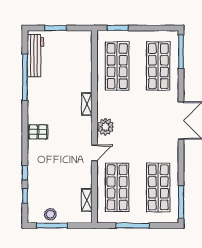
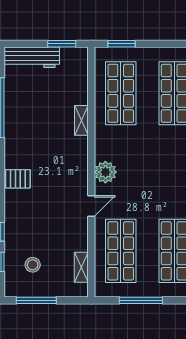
window: (56, 28) -> (62, 44), moved
workbench: (35, 56) -> (32, 57), moved, turned 90
shelving: (87, 104) -> (81, 120), moved
stool: (50, 214) -> (33, 265), moved

